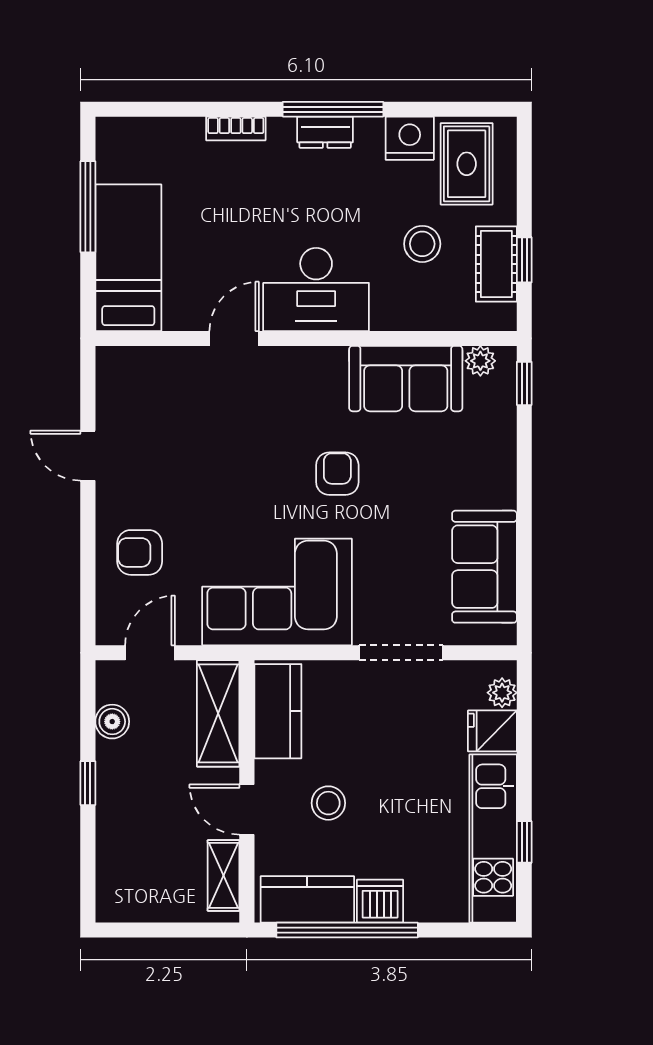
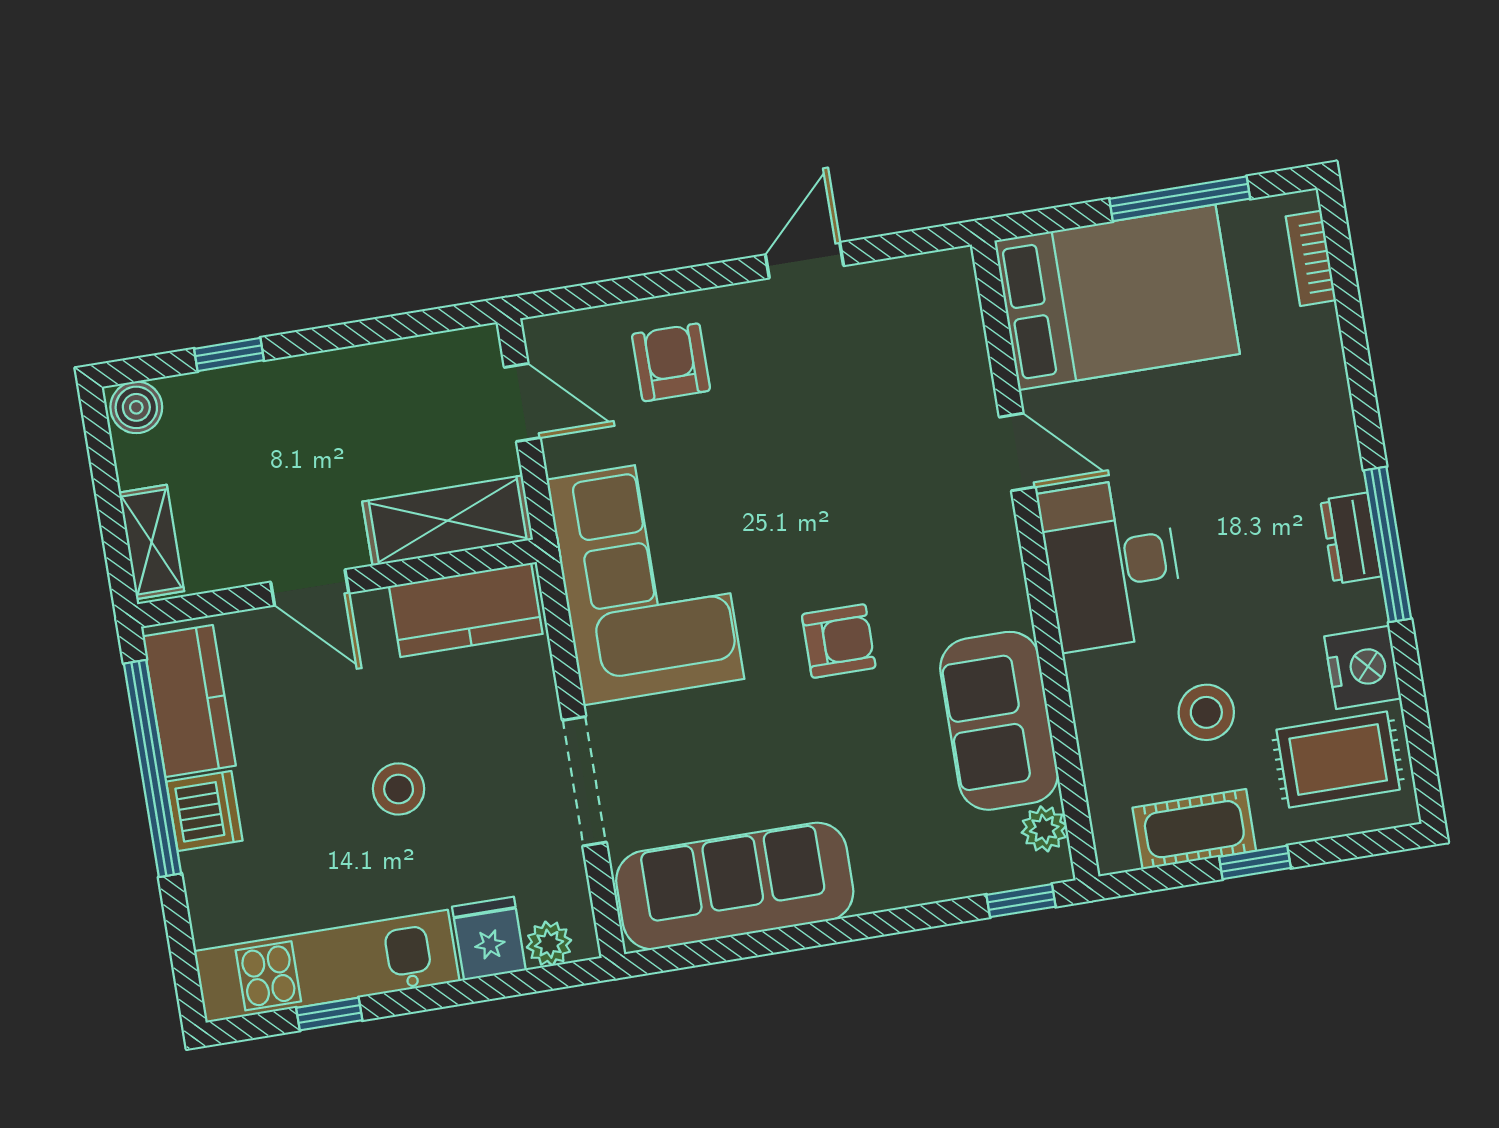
bookcase: (236, 128) -> (1311, 258), moved
bed: (128, 258) -> (1117, 297), width x1.50
window: (524, 260) -> (1255, 862), moved
sofa: (484, 567) -> (735, 886), width x1.36
boiler: (112, 722) -> (136, 407), moved
window: (88, 783) -> (229, 354), moved
stool: (328, 803) -> (399, 789), moved
door: (247, 810) -> (310, 588), swing flipped
shelving: (224, 875) -> (152, 542), moved, turned 90

